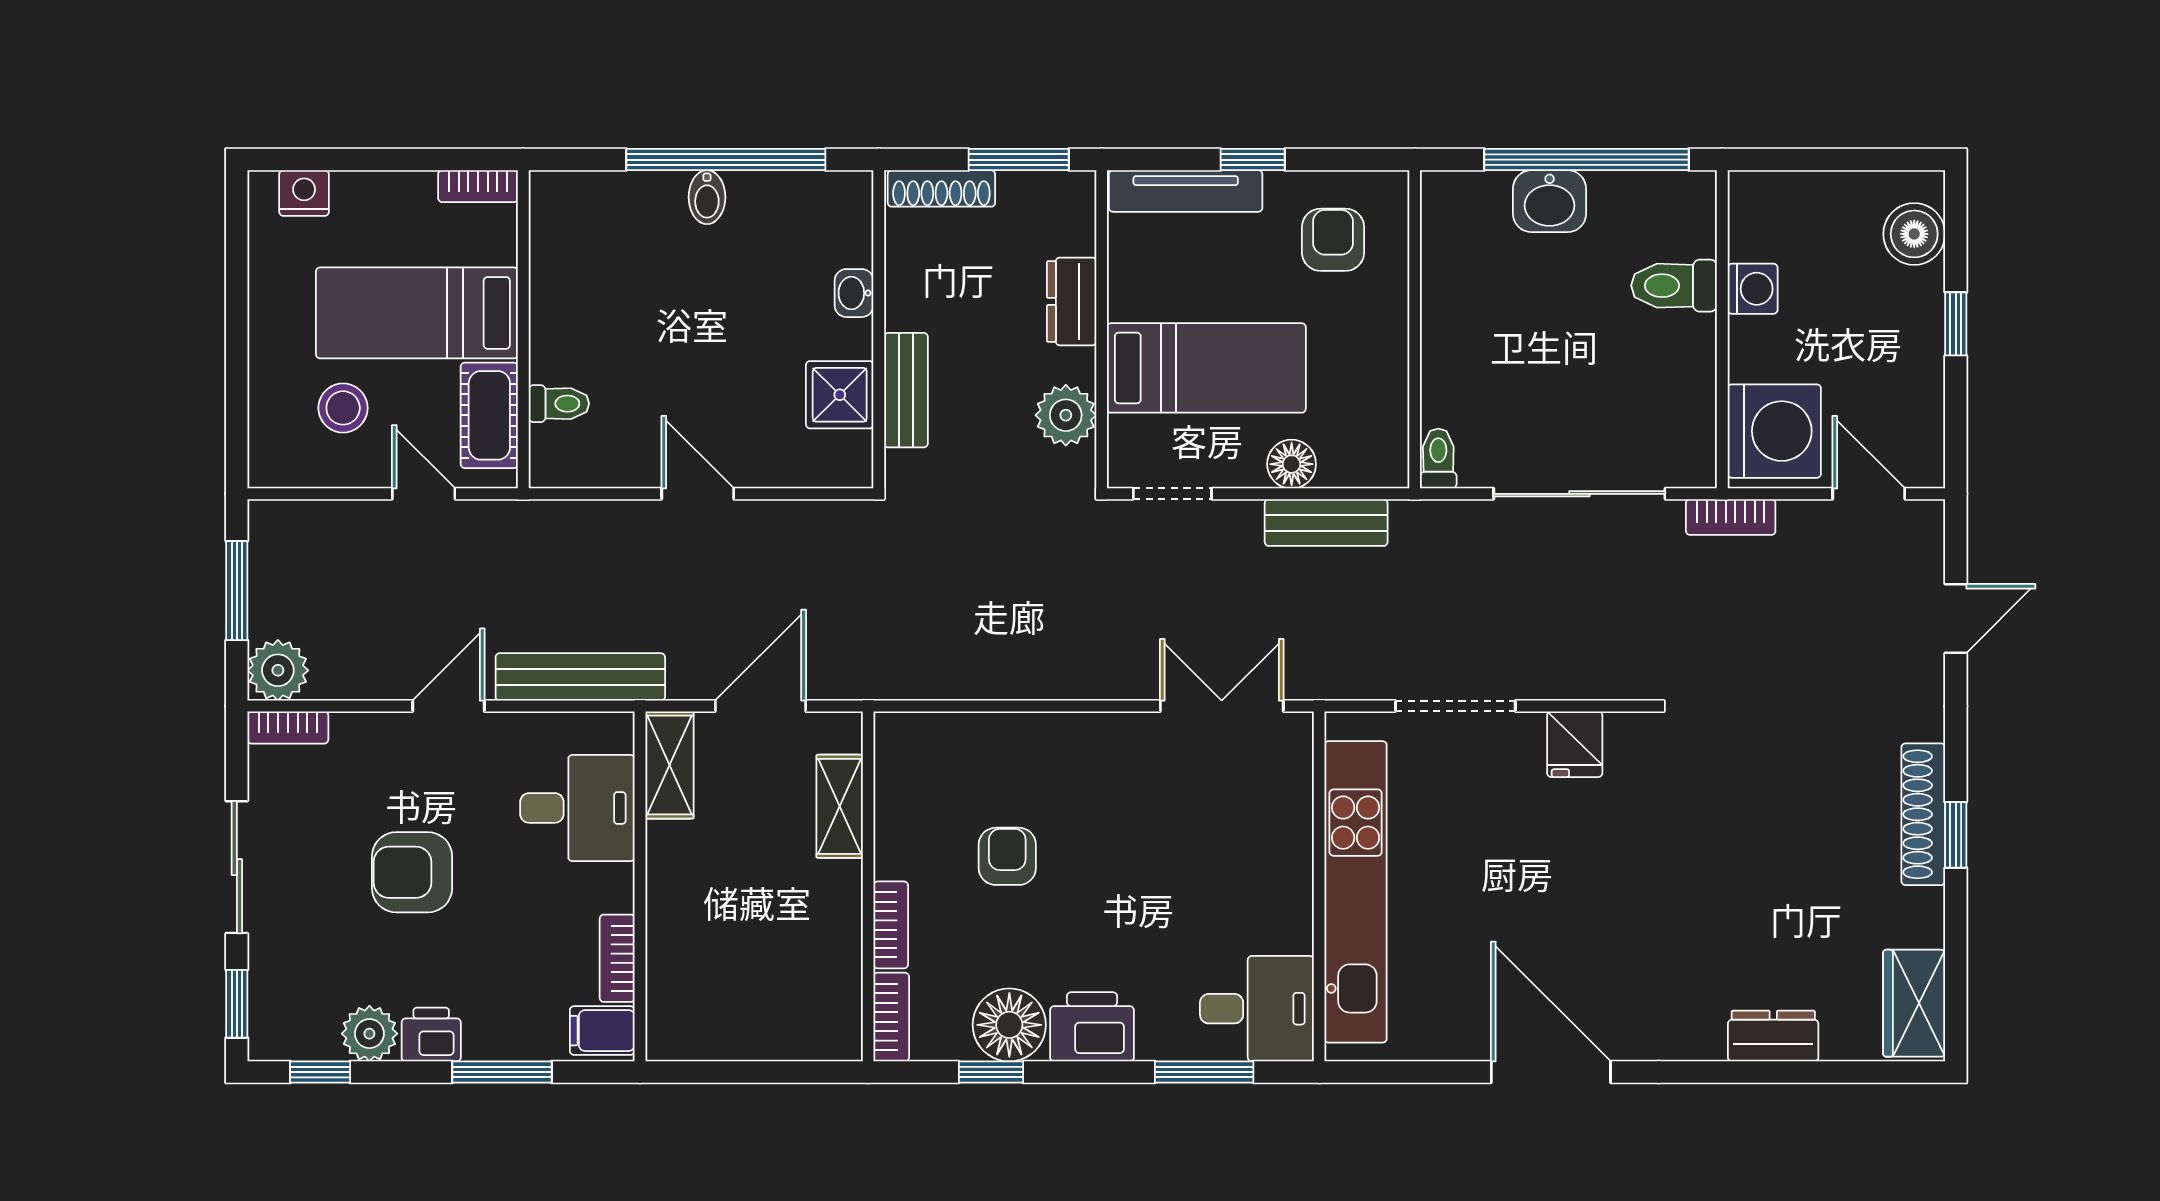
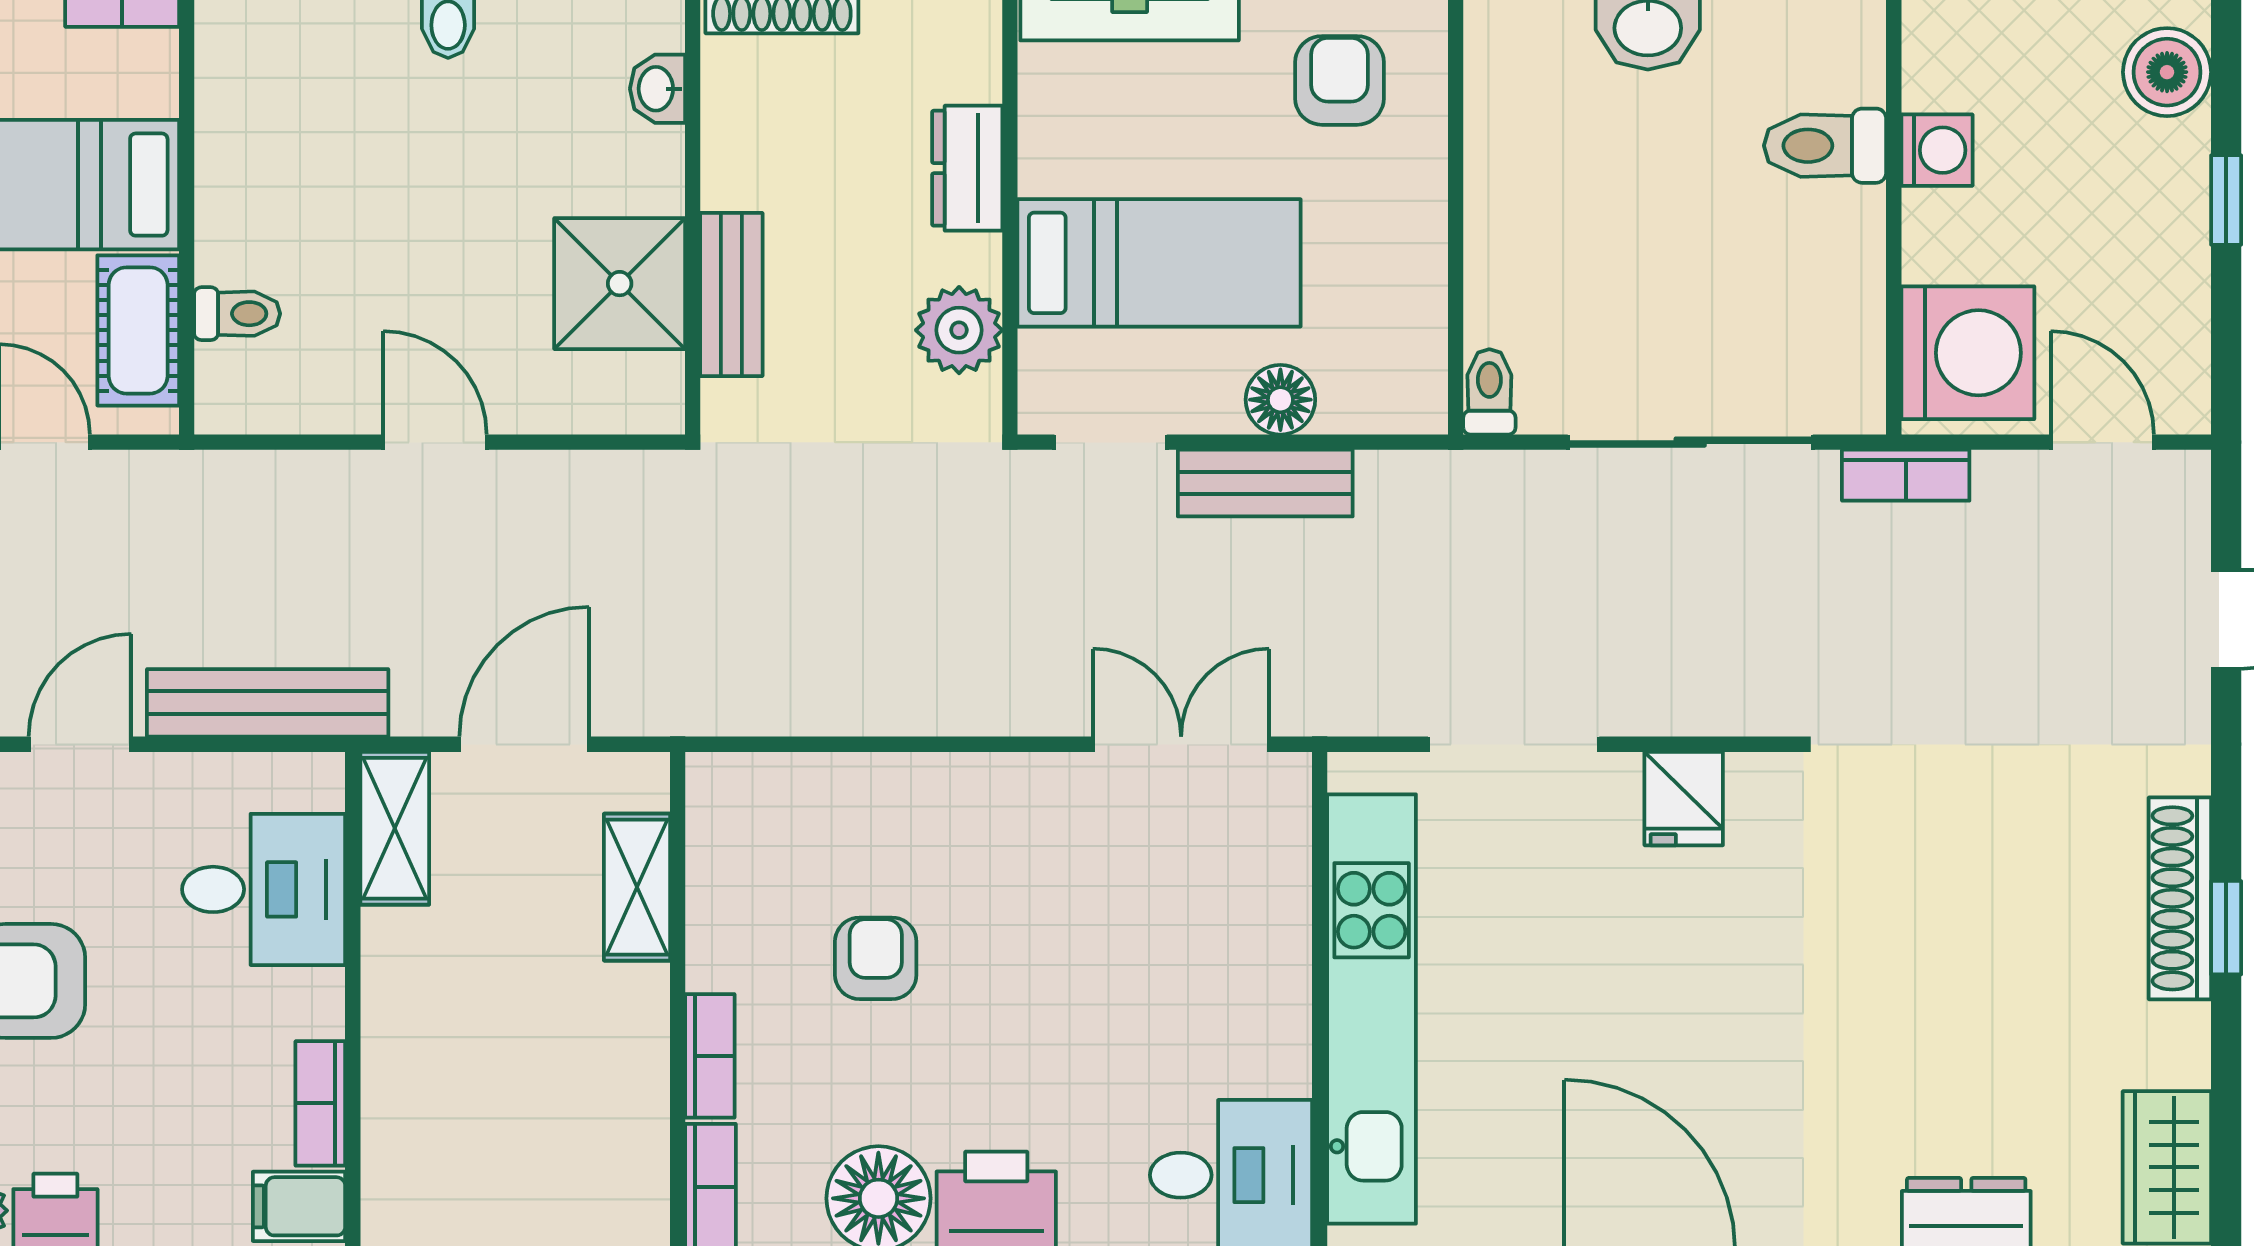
washbasin: (854, 293) -> (658, 89), moved
shower: (840, 395) -> (620, 284), width x1.36, depth x1.36
bench: (1326, 523) -> (1265, 483), moved

